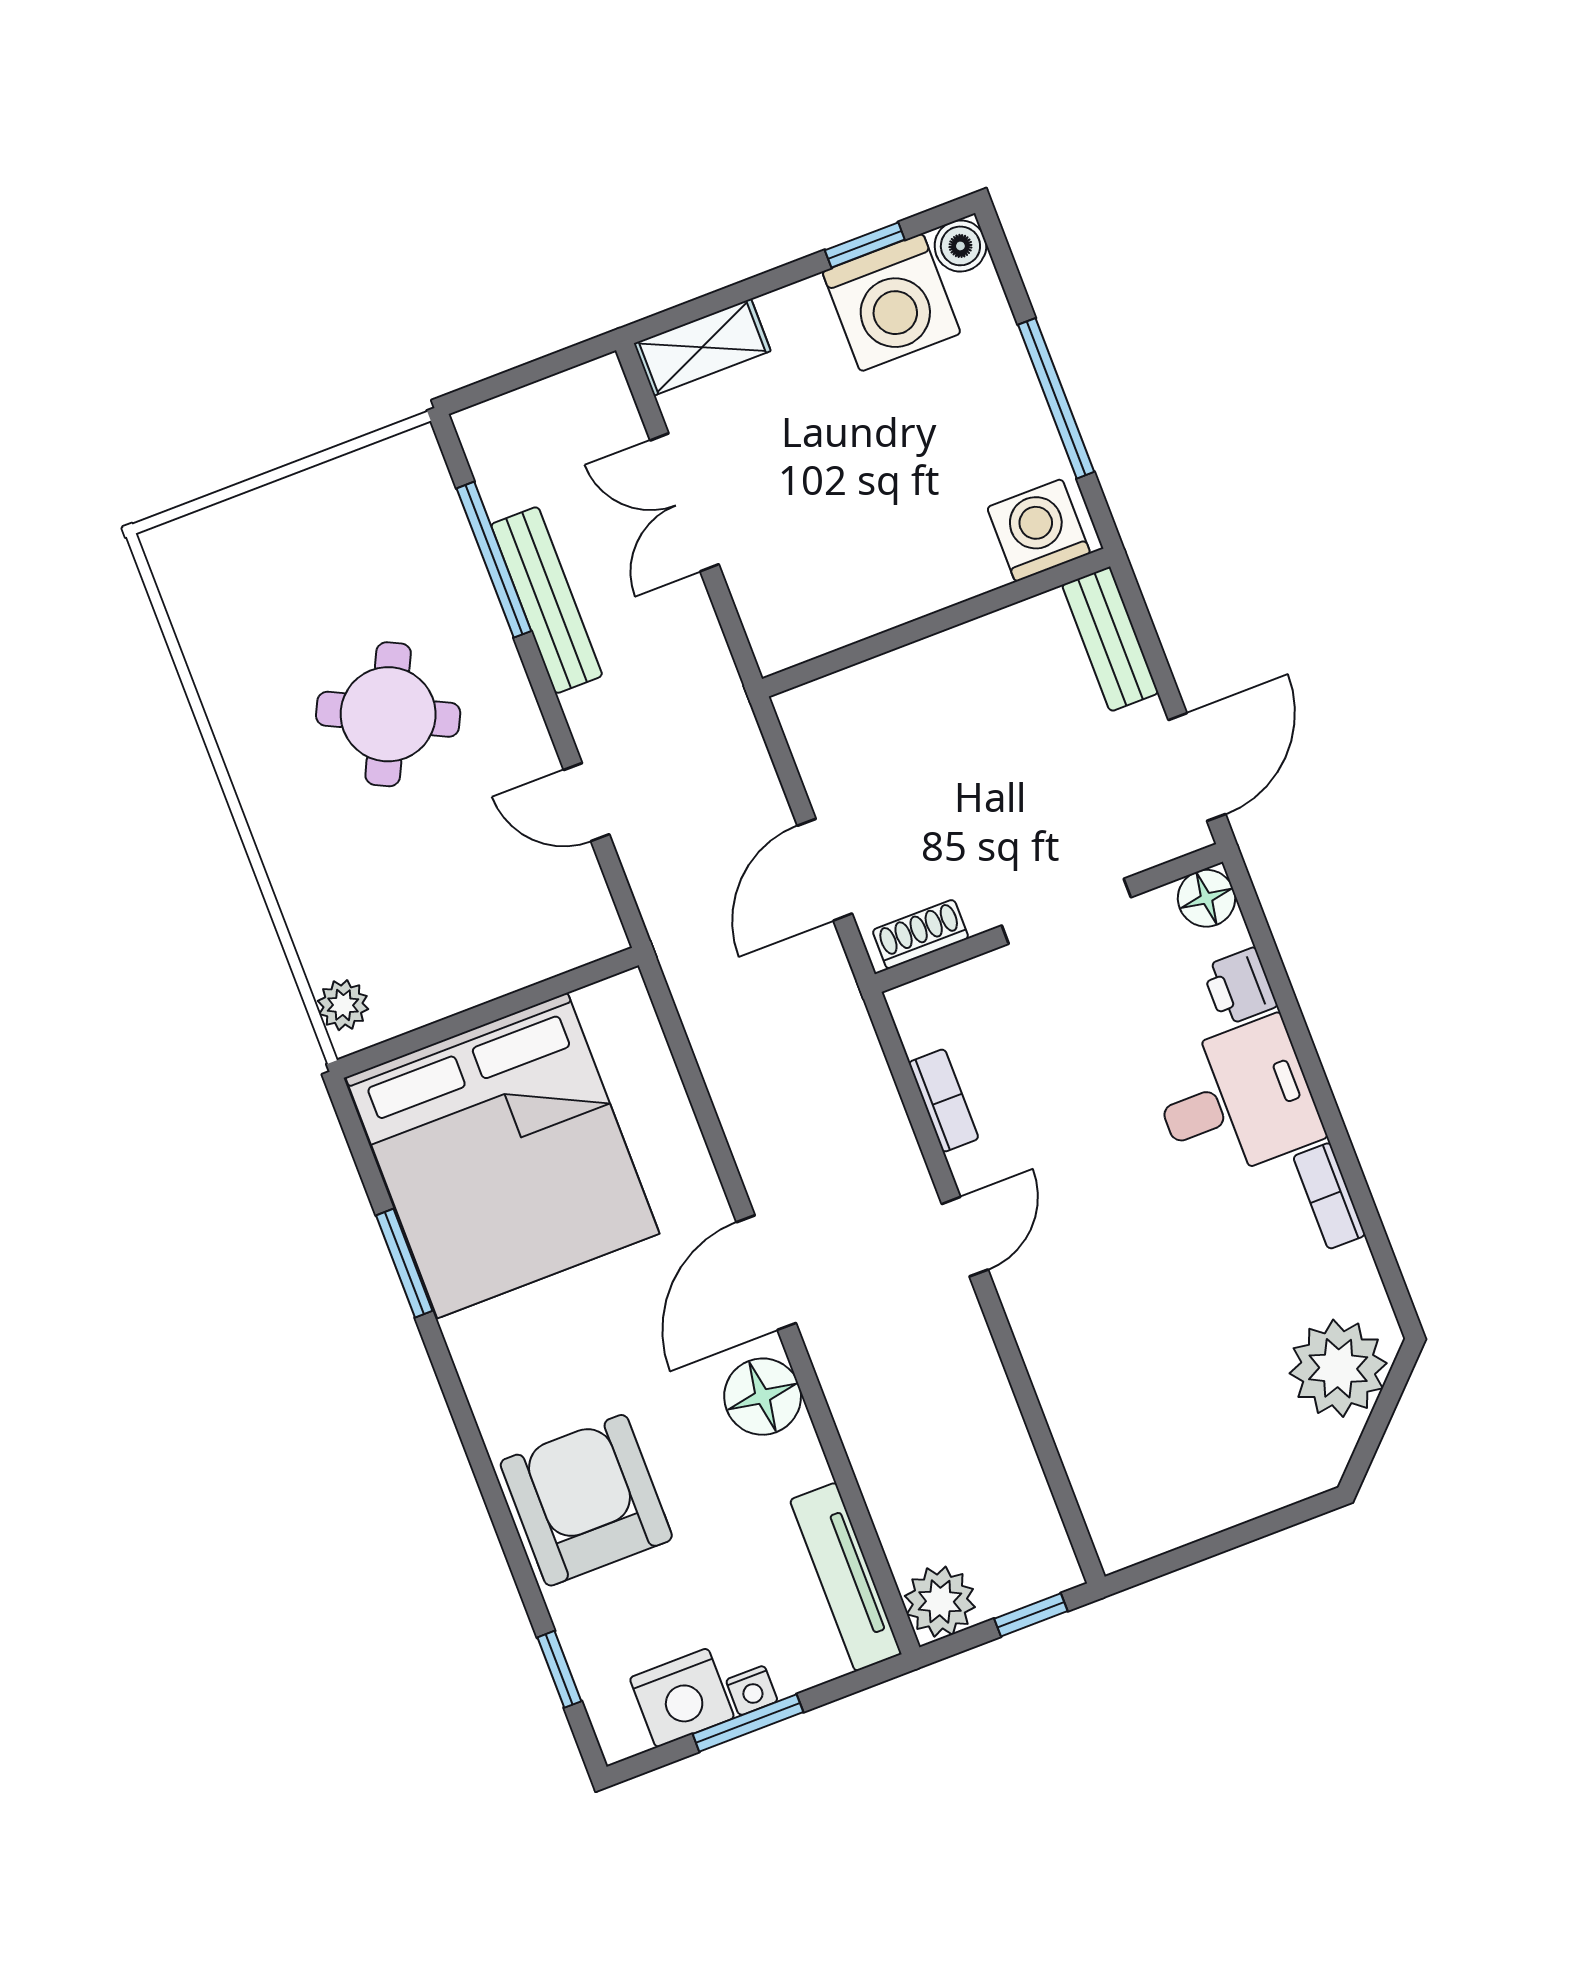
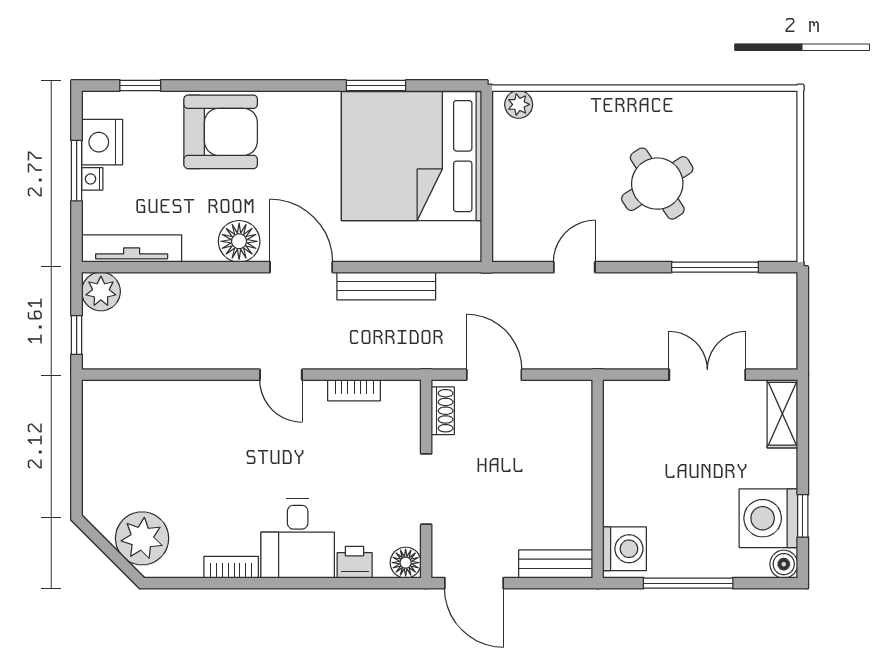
bench: (547, 600) -> (386, 286), moved
round table: (388, 714) -> (657, 184), turned 31

